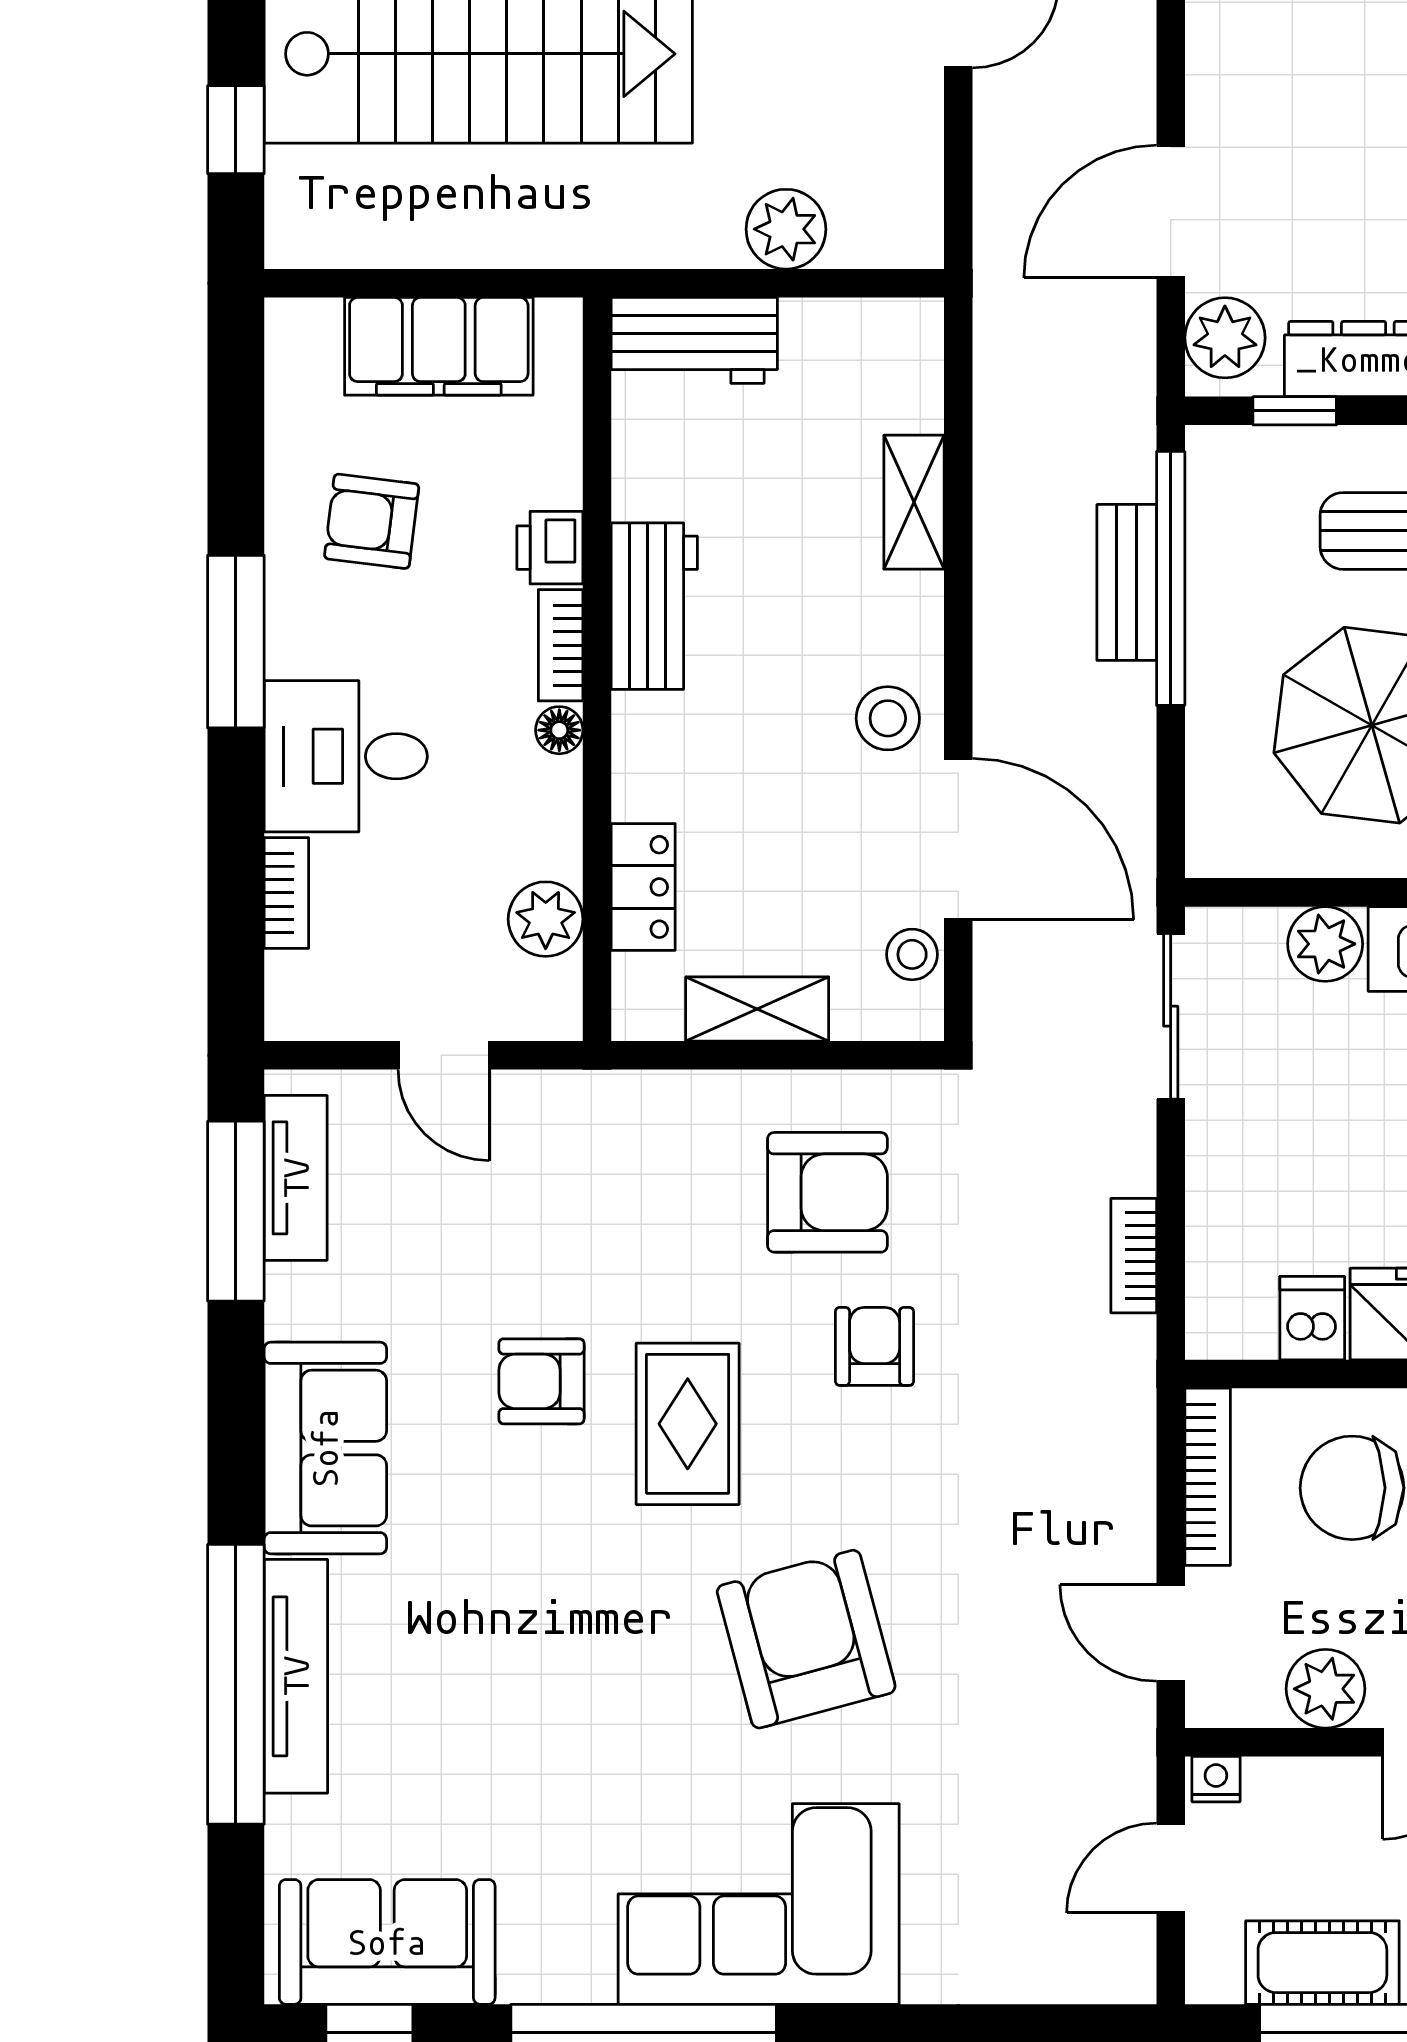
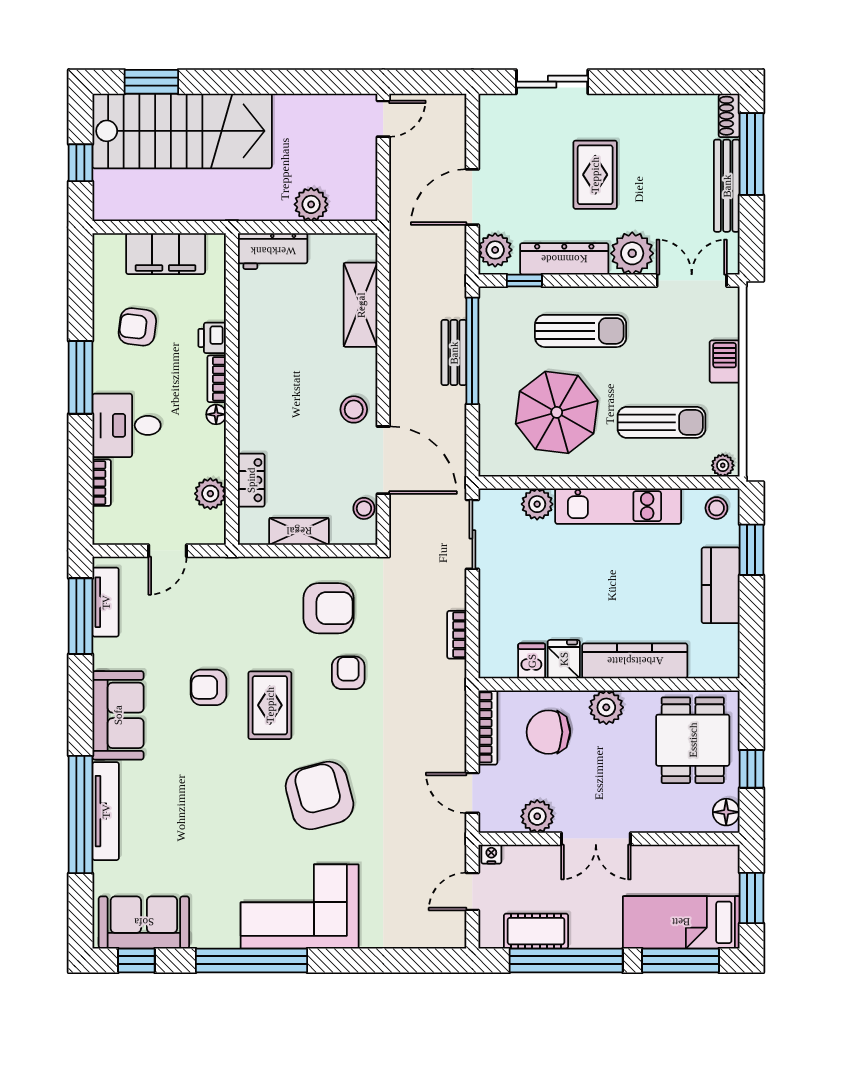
shelving: (914, 502) -> (361, 305), width x1.50, depth x1.33
workbench: (654, 606) -> (256, 362), removed
door: (444, 1055) -> (168, 551), hinge flipped

